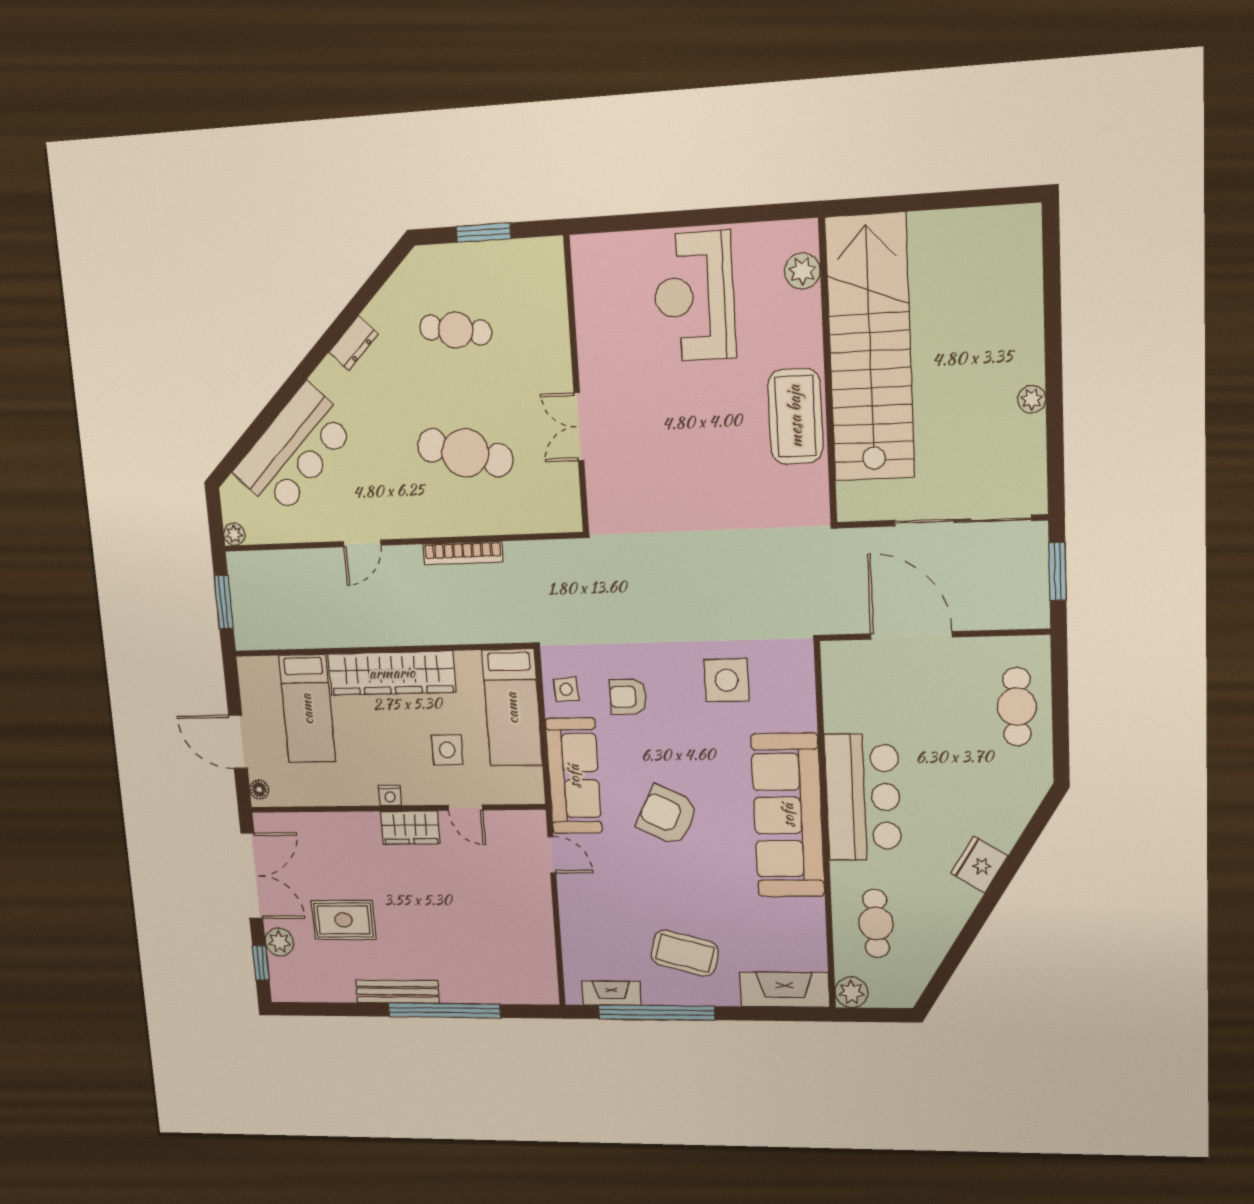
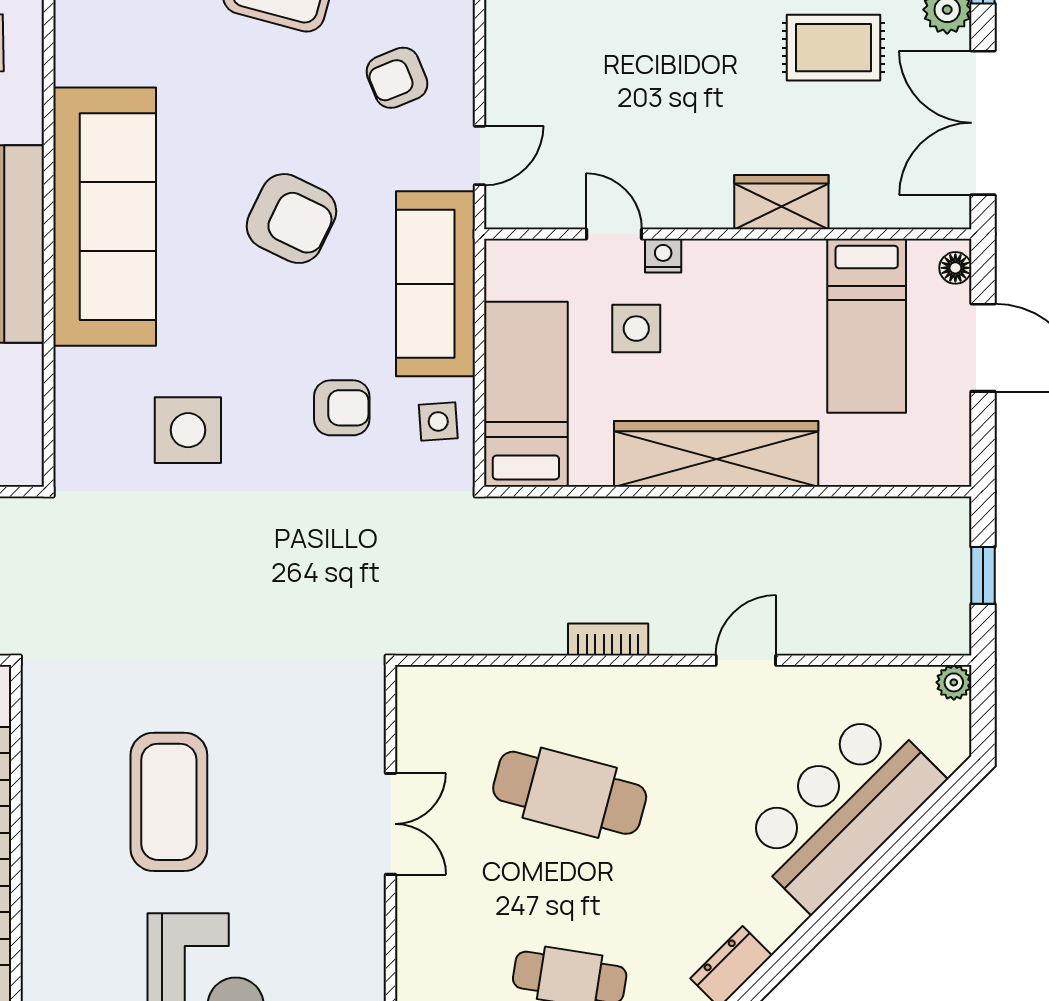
coffee table: (795, 416) -> (169, 802), moved
bookcase: (463, 553) -> (608, 640), width x0.64
window: (224, 602) -> (983, 575), width x0.67
bed: (307, 709) -> (867, 326), moved, turned 180
nightstand: (390, 795) -> (663, 256), moved
wardrobe: (410, 828) -> (781, 202), moved
door: (552, 855) -> (480, 156), swing flipped
armchair: (606, 902) -> (397, 78), added

